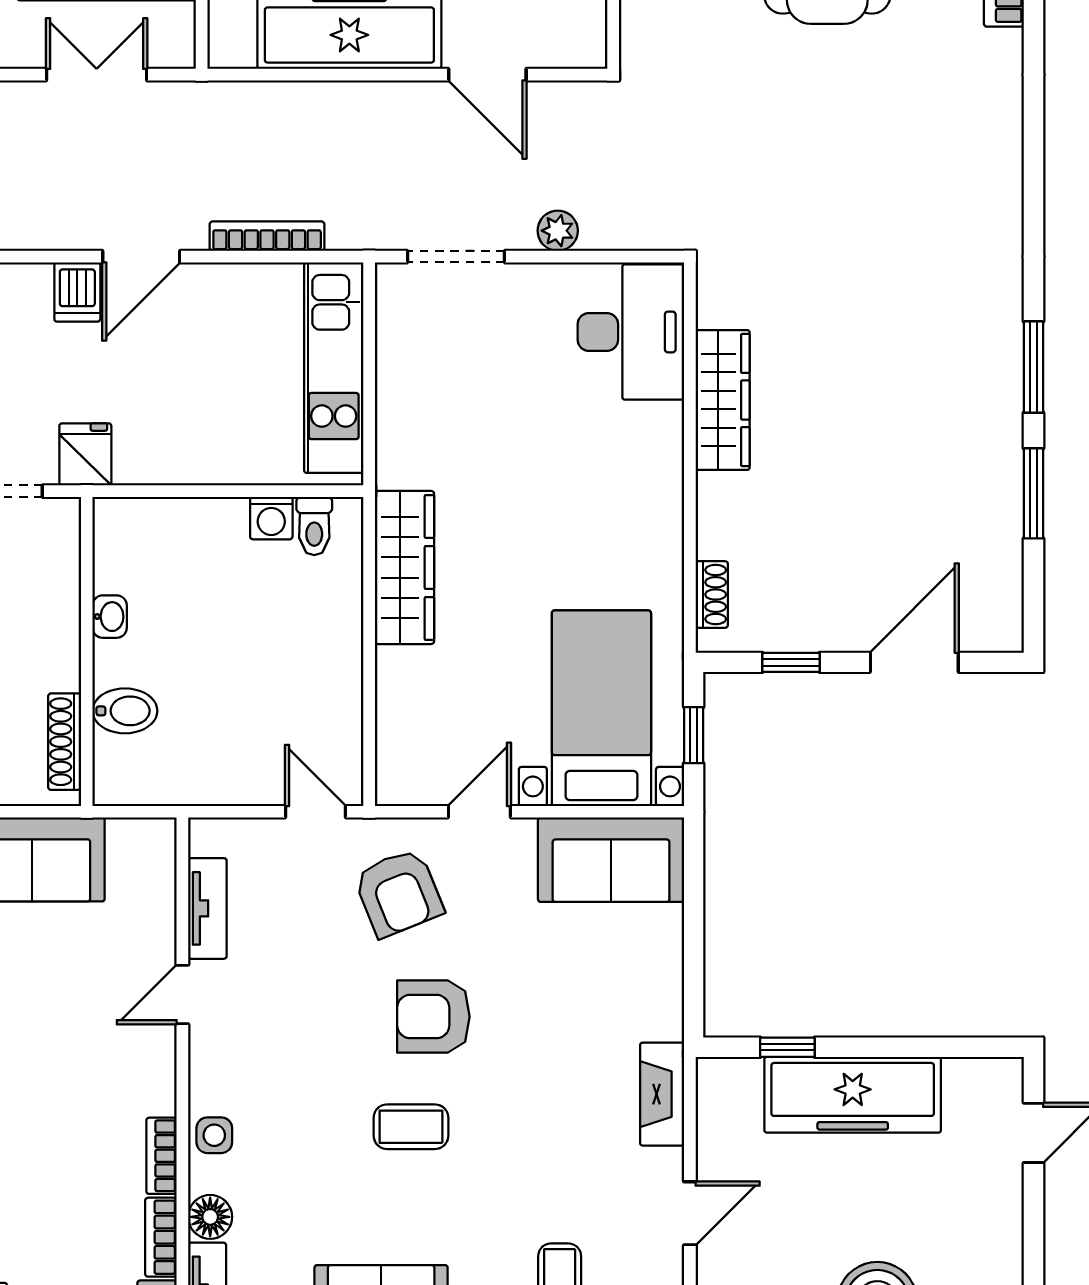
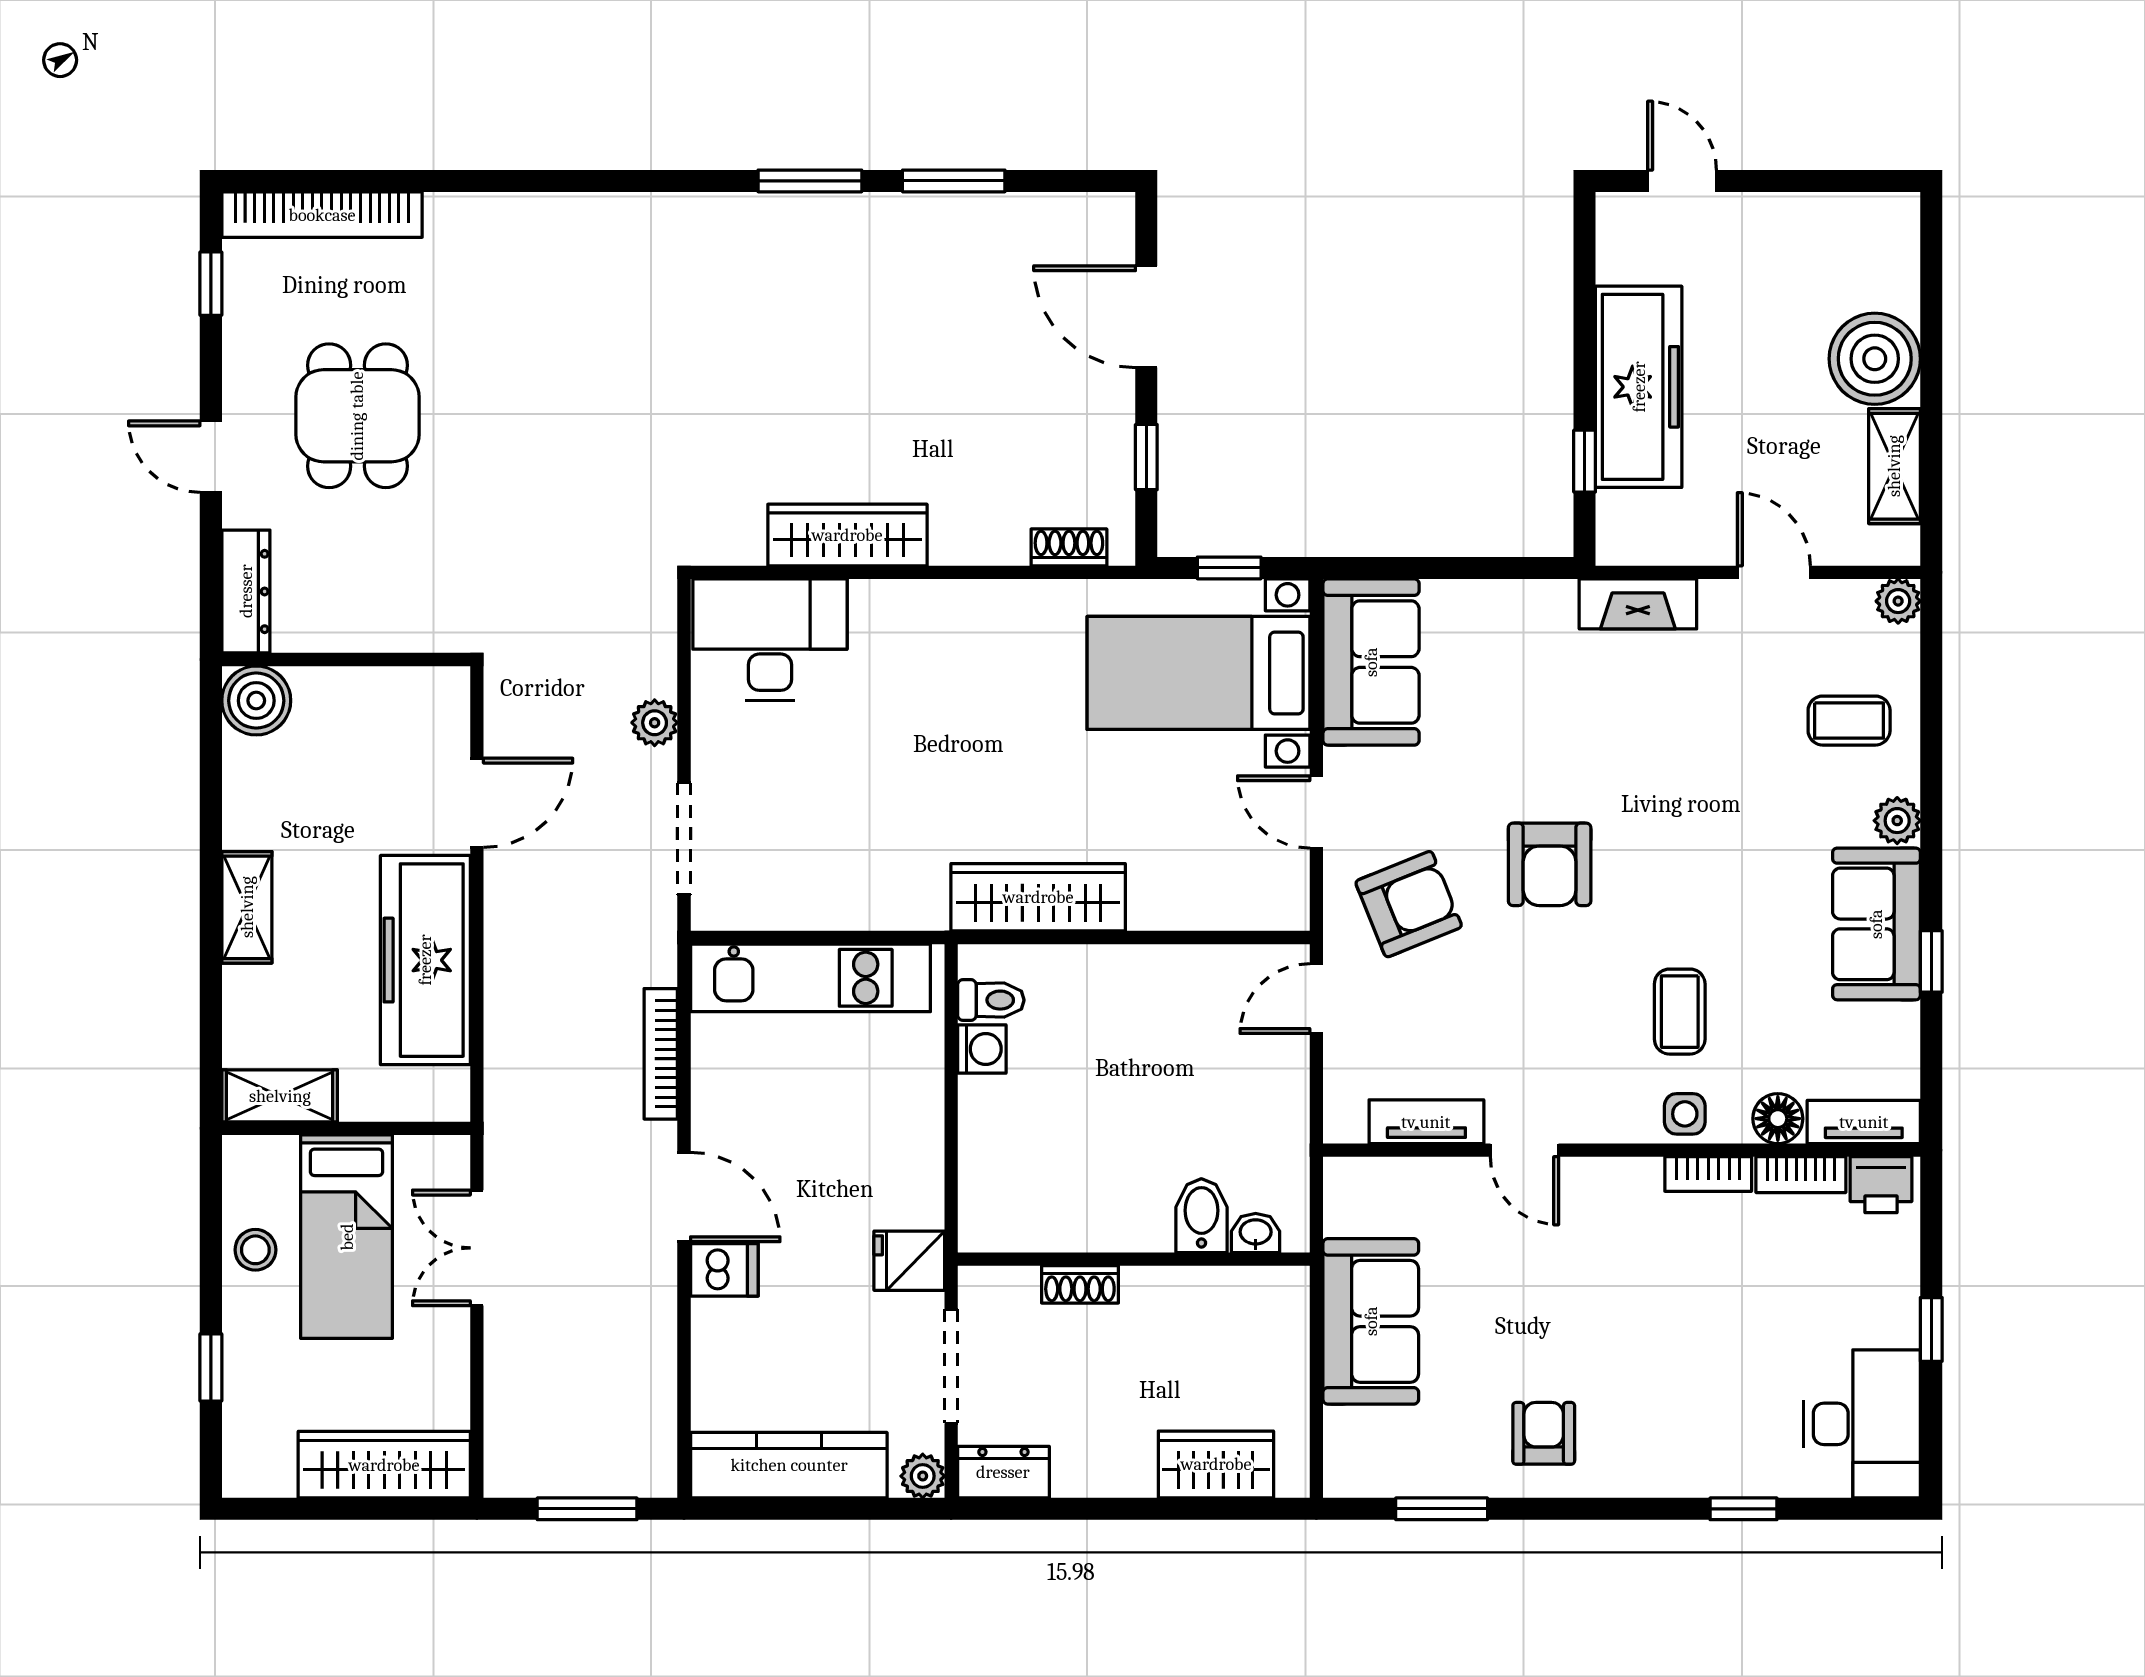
washbasin: (110, 617) -> (1256, 1233), moved
shoe rack: (65, 742) -> (1080, 1284), moved, width x0.70
coffee table: (411, 1127) -> (1680, 1012), moved

